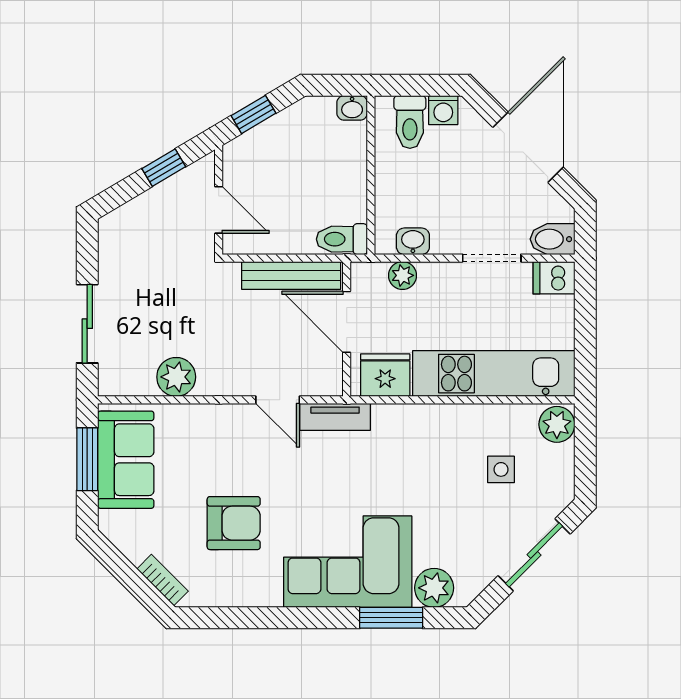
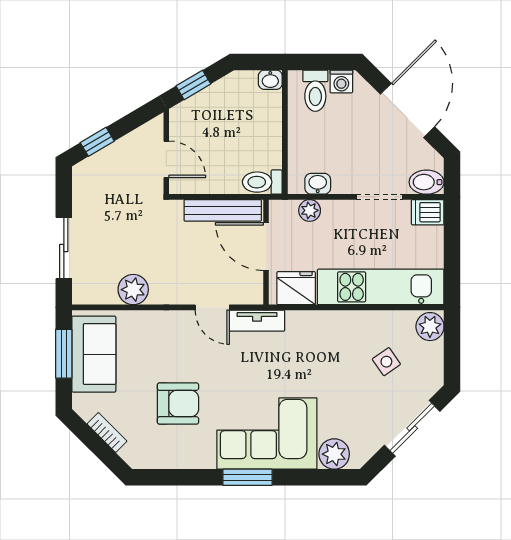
window: (164, 168) -> (97, 142), moved
side table: (501, 469) -> (386, 362), turned -35
bookcase: (163, 580) -> (107, 432), moved
window: (391, 618) -> (247, 477), moved

